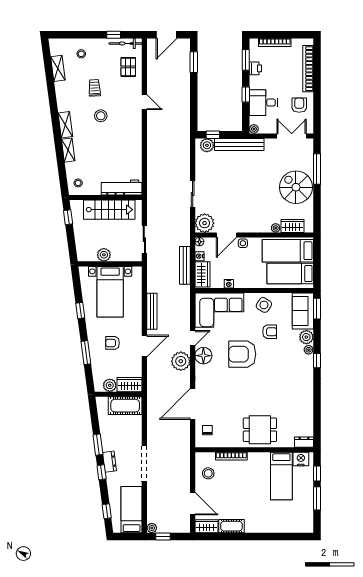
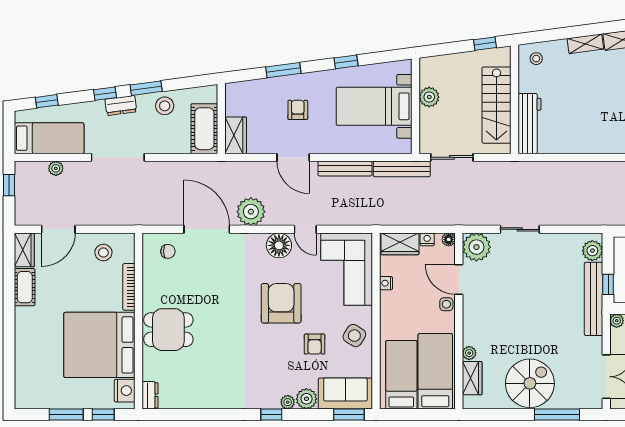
window: (213, 135) -> (608, 284), moved
bench: (185, 265) -> (402, 169), moved
plant: (181, 361) -> (251, 212), moved
plant: (110, 385) -> (235, 106), removed
dining table: (260, 430) -> (168, 330), turned 90
stool: (110, 432) -> (165, 106), added
bed: (281, 476) -> (99, 345), width x2.04
plant: (152, 528) -> (56, 168), moved

